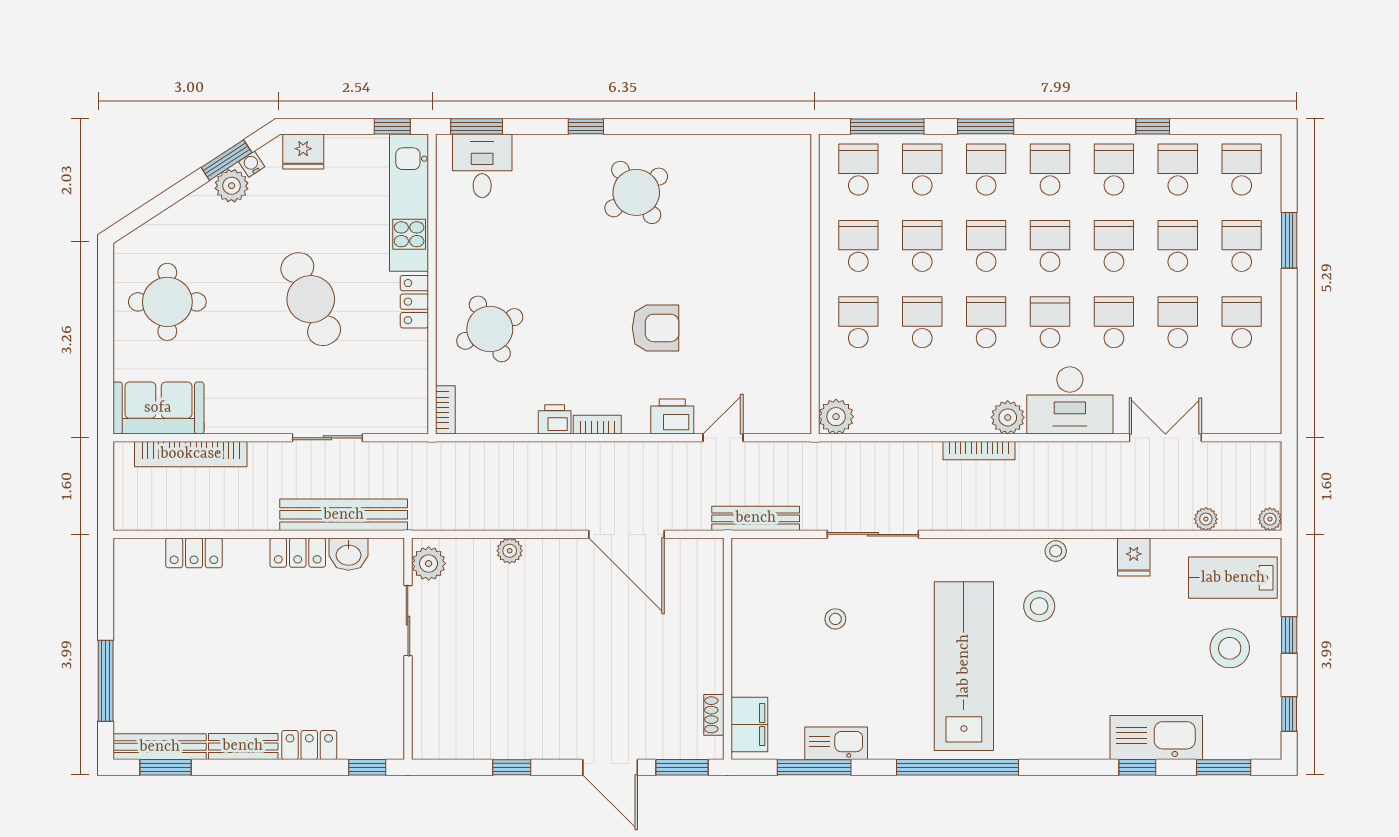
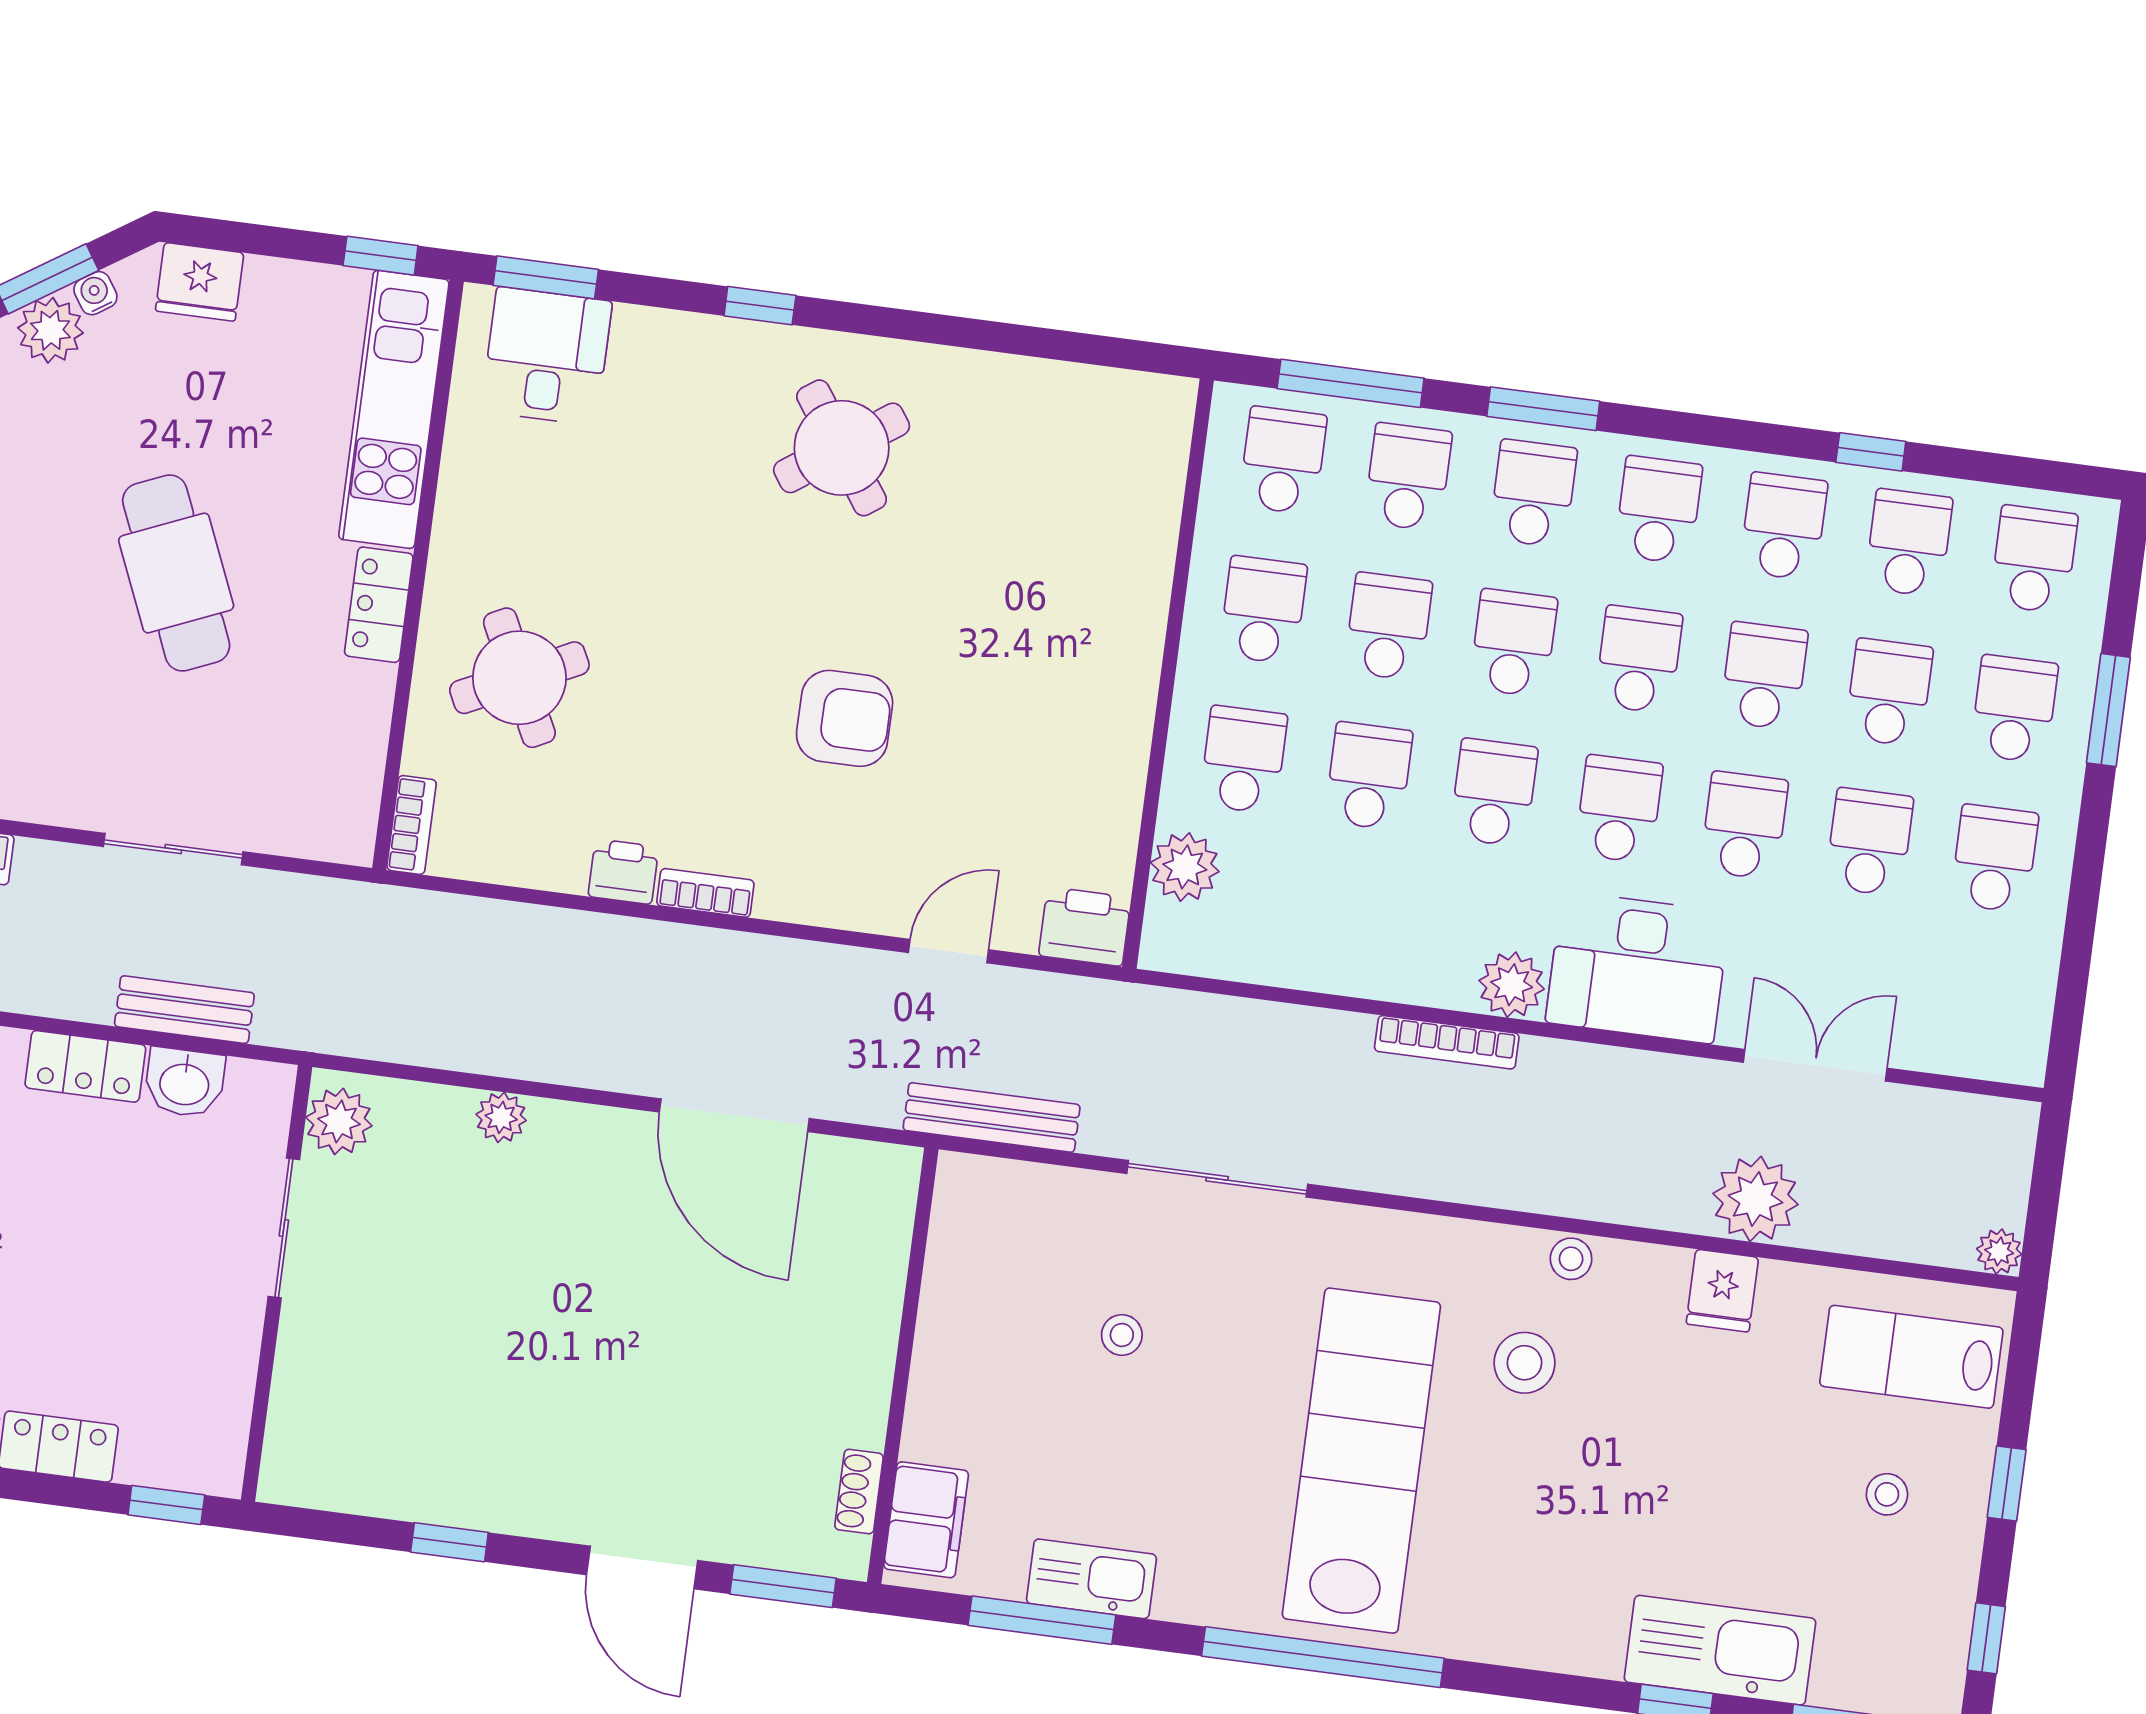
printer: (672, 416) -> (1085, 927), moved
plant: (836, 417) -> (1185, 867), moved
bench: (344, 515) -> (184, 1010), width x0.54, depth x0.82
plant: (1206, 519) -> (1756, 1199), moved, width x1.88, depth x1.88
stool: (1230, 648) -> (1887, 1494), width x0.53, depth x0.53

